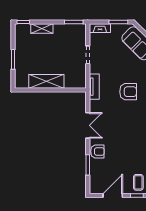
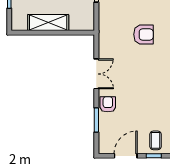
tv unit: (94, 87) -> (104, 29), removed
armchair: (97, 151) -> (108, 104), turned -90

